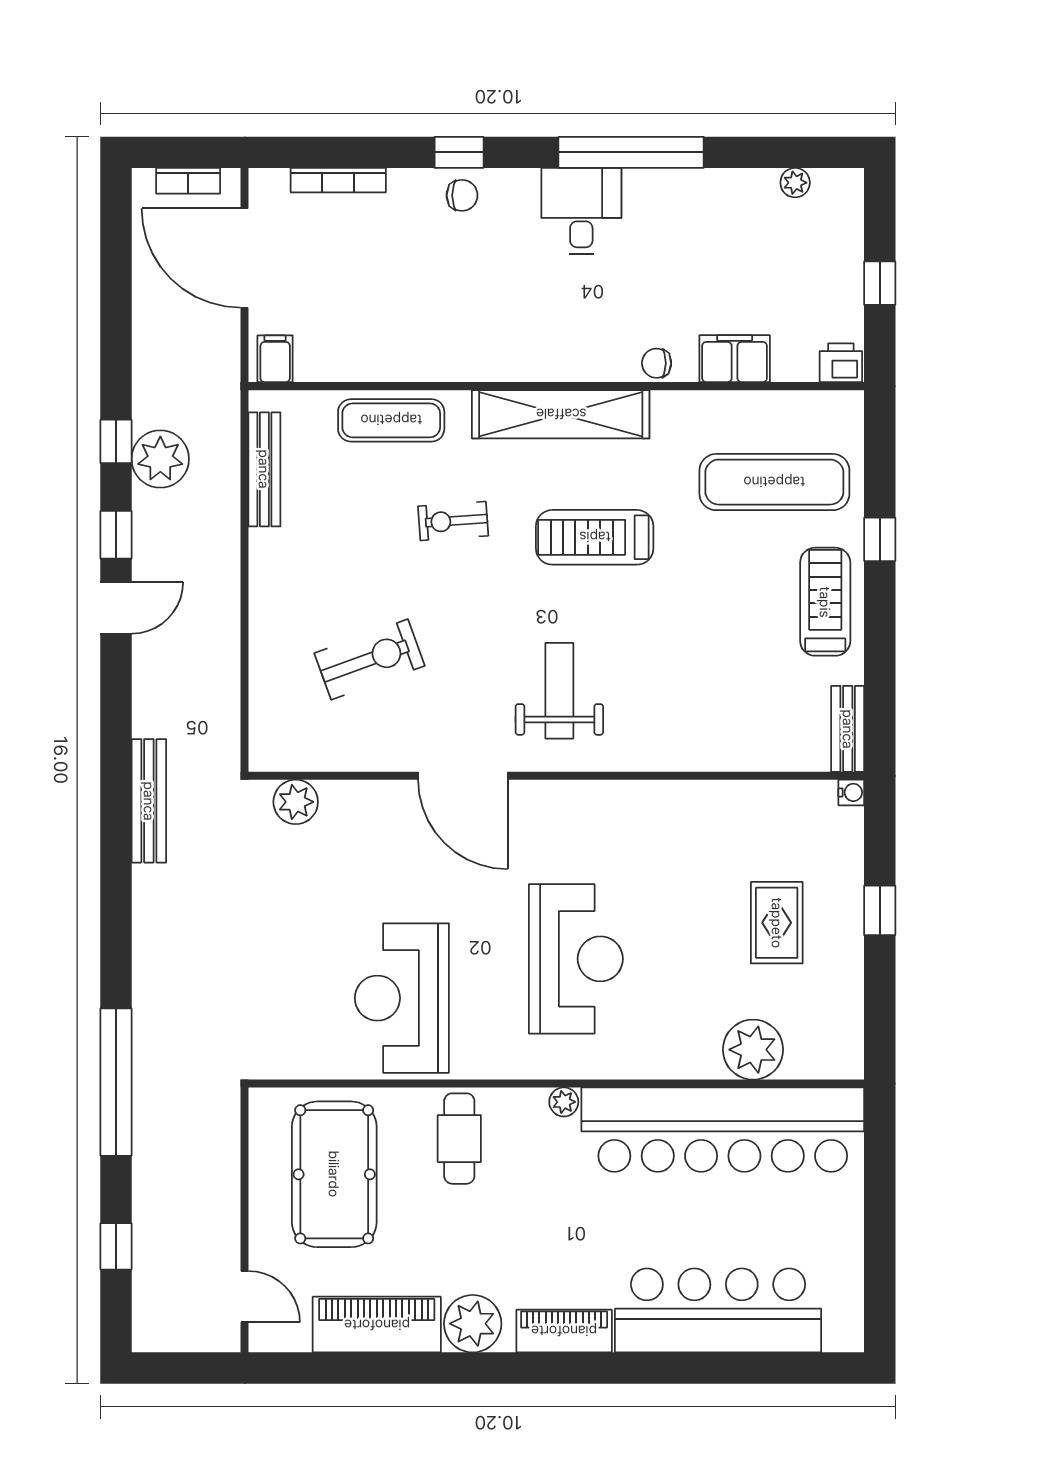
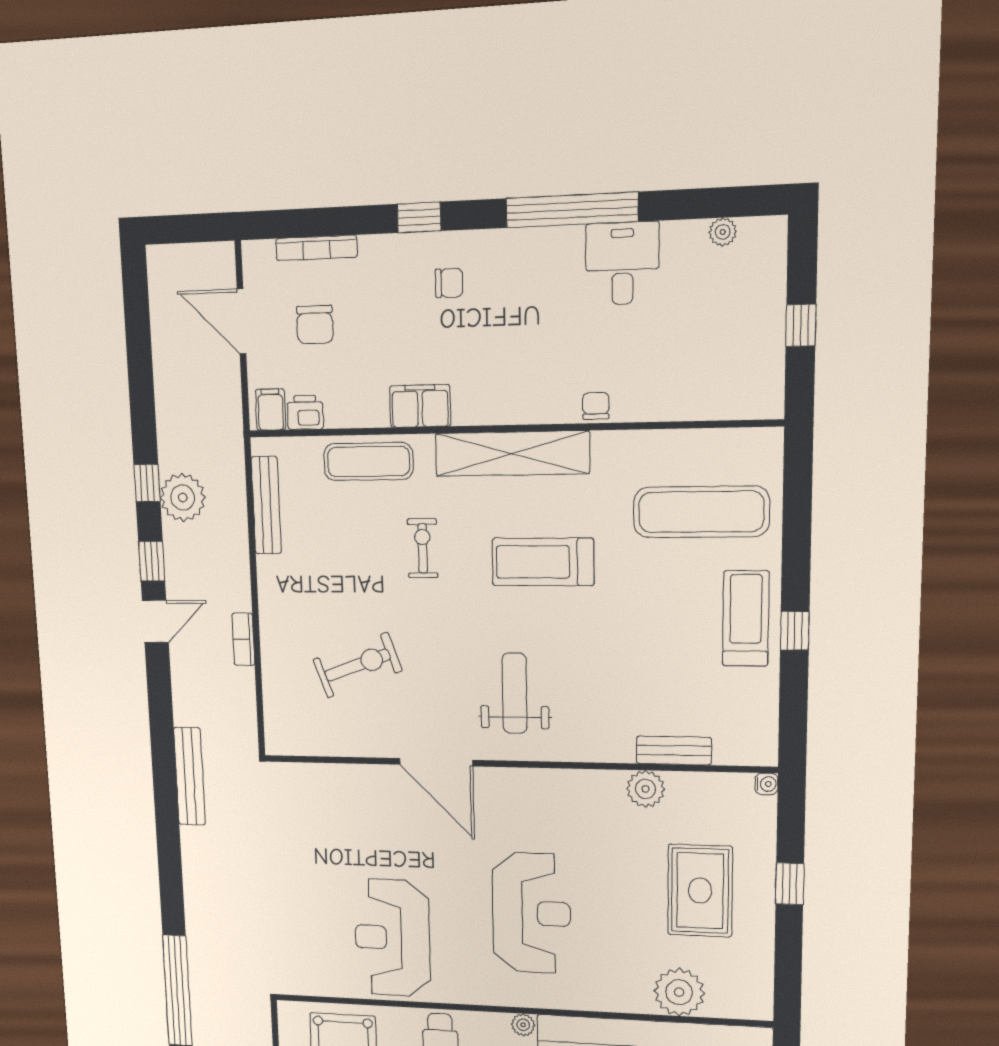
bookcase: (188, 181) -> (243, 639), moved, turned 90
chair: (462, 195) -> (449, 283), moved
desk: (581, 211) -> (622, 263), moved
door: (245, 258) -> (242, 321), width x0.73
chair: (333, 265) -> (315, 325), added
filing cabinet: (735, 359) -> (420, 406), moved
chair: (657, 363) -> (596, 406), turned 89
printer: (841, 363) -> (305, 412), moved
exercise bike: (453, 521) -> (423, 548), turned 94
window: (880, 539) -> (795, 631), moved
bench: (848, 729) -> (674, 750), moved, turned 90
plant: (296, 802) -> (645, 789), moved
rug: (777, 923) -> (700, 891), width x1.36, depth x1.43

